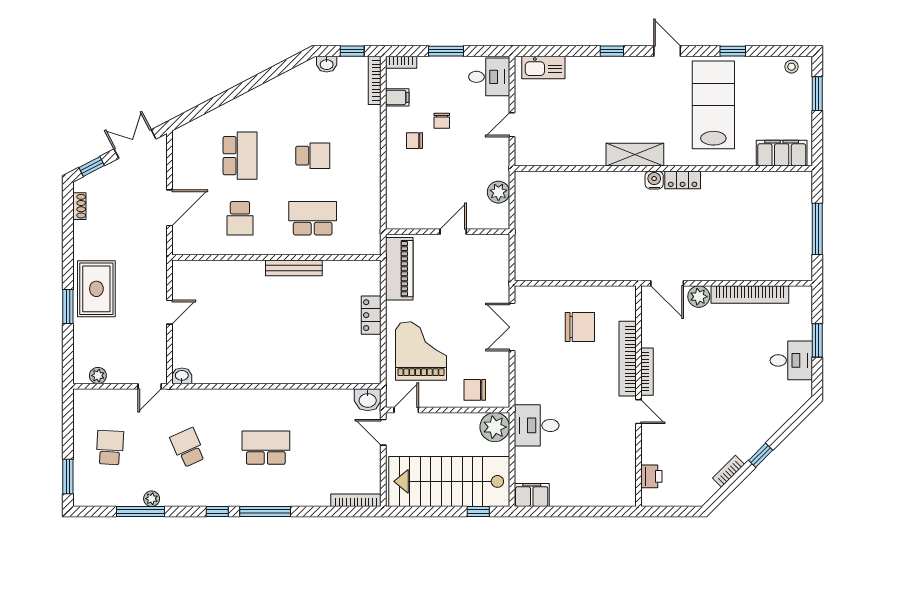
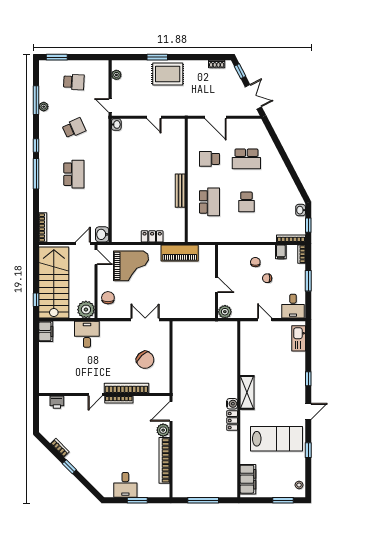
wall: (448, 232) -> (217, 282), moved
door: (453, 232) -> (217, 285), moved
chair: (580, 327) -> (145, 360), turned -43

